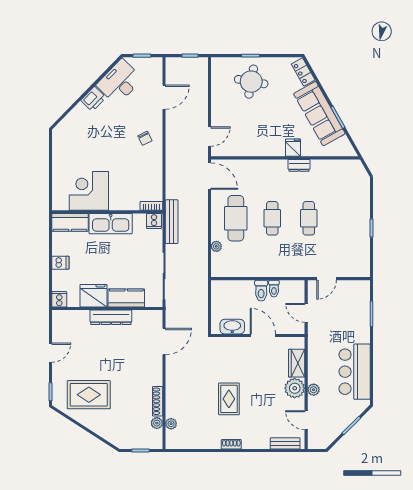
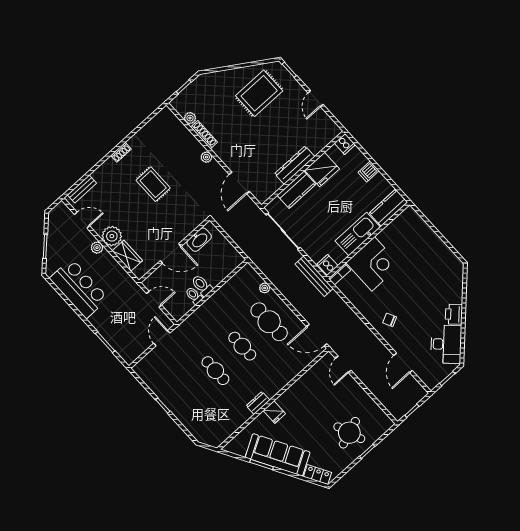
round table: (251, 82) -> (349, 433), turned -30
corner desk: (89, 191) -> (373, 264), moved
plant: (171, 424) -> (206, 157), moved

